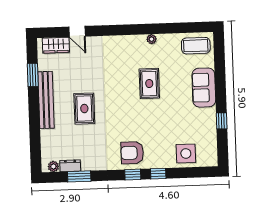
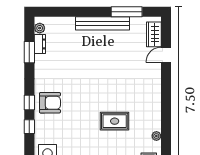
plant: (152, 39) -> (156, 136), moved
window: (33, 75) -> (127, 12), width x1.44
rug: (84, 109) -> (93, 59), removed
armchair: (132, 153) -> (50, 103), turned 90

